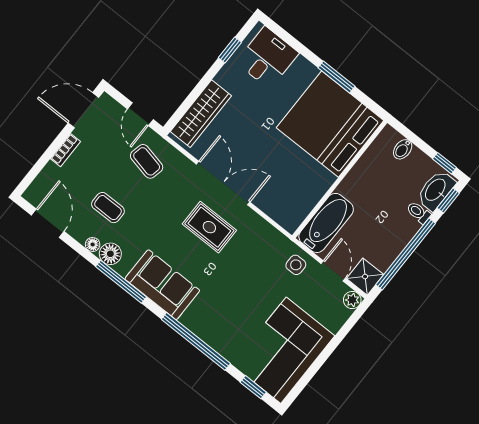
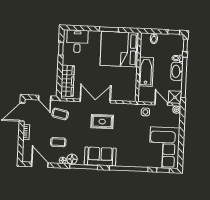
washbasin: (436, 190) -> (177, 71), moved
bathtub: (326, 223) -> (146, 72), moved

